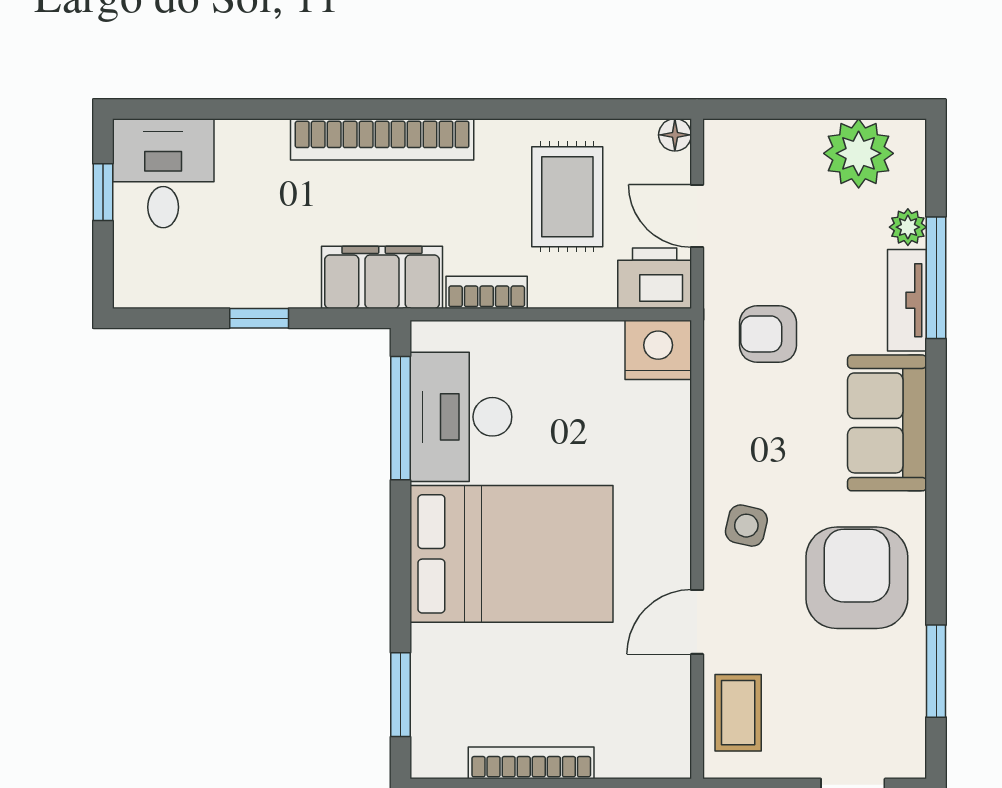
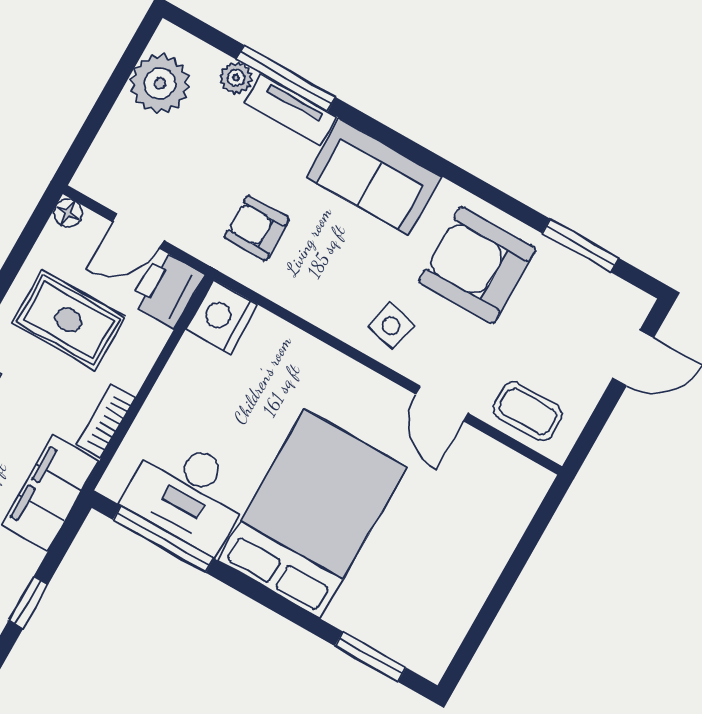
armchair: (768, 334) -> (257, 228), turned 90
bookcase: (531, 763) -> (477, 588), removed

